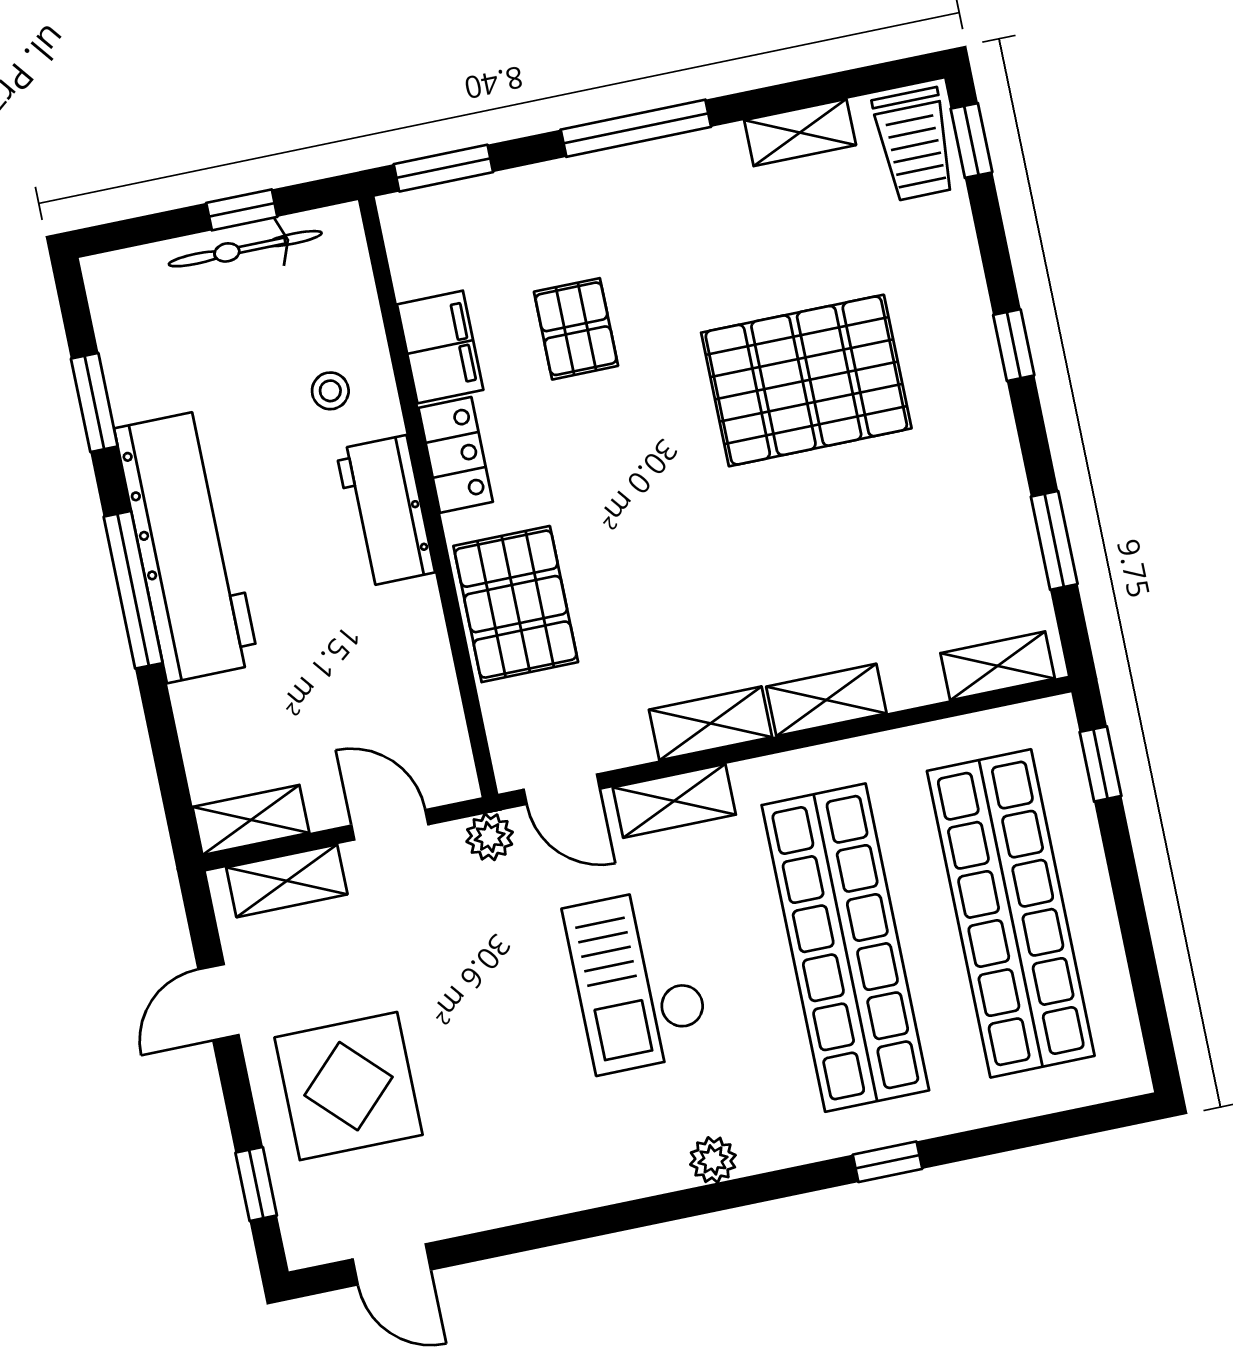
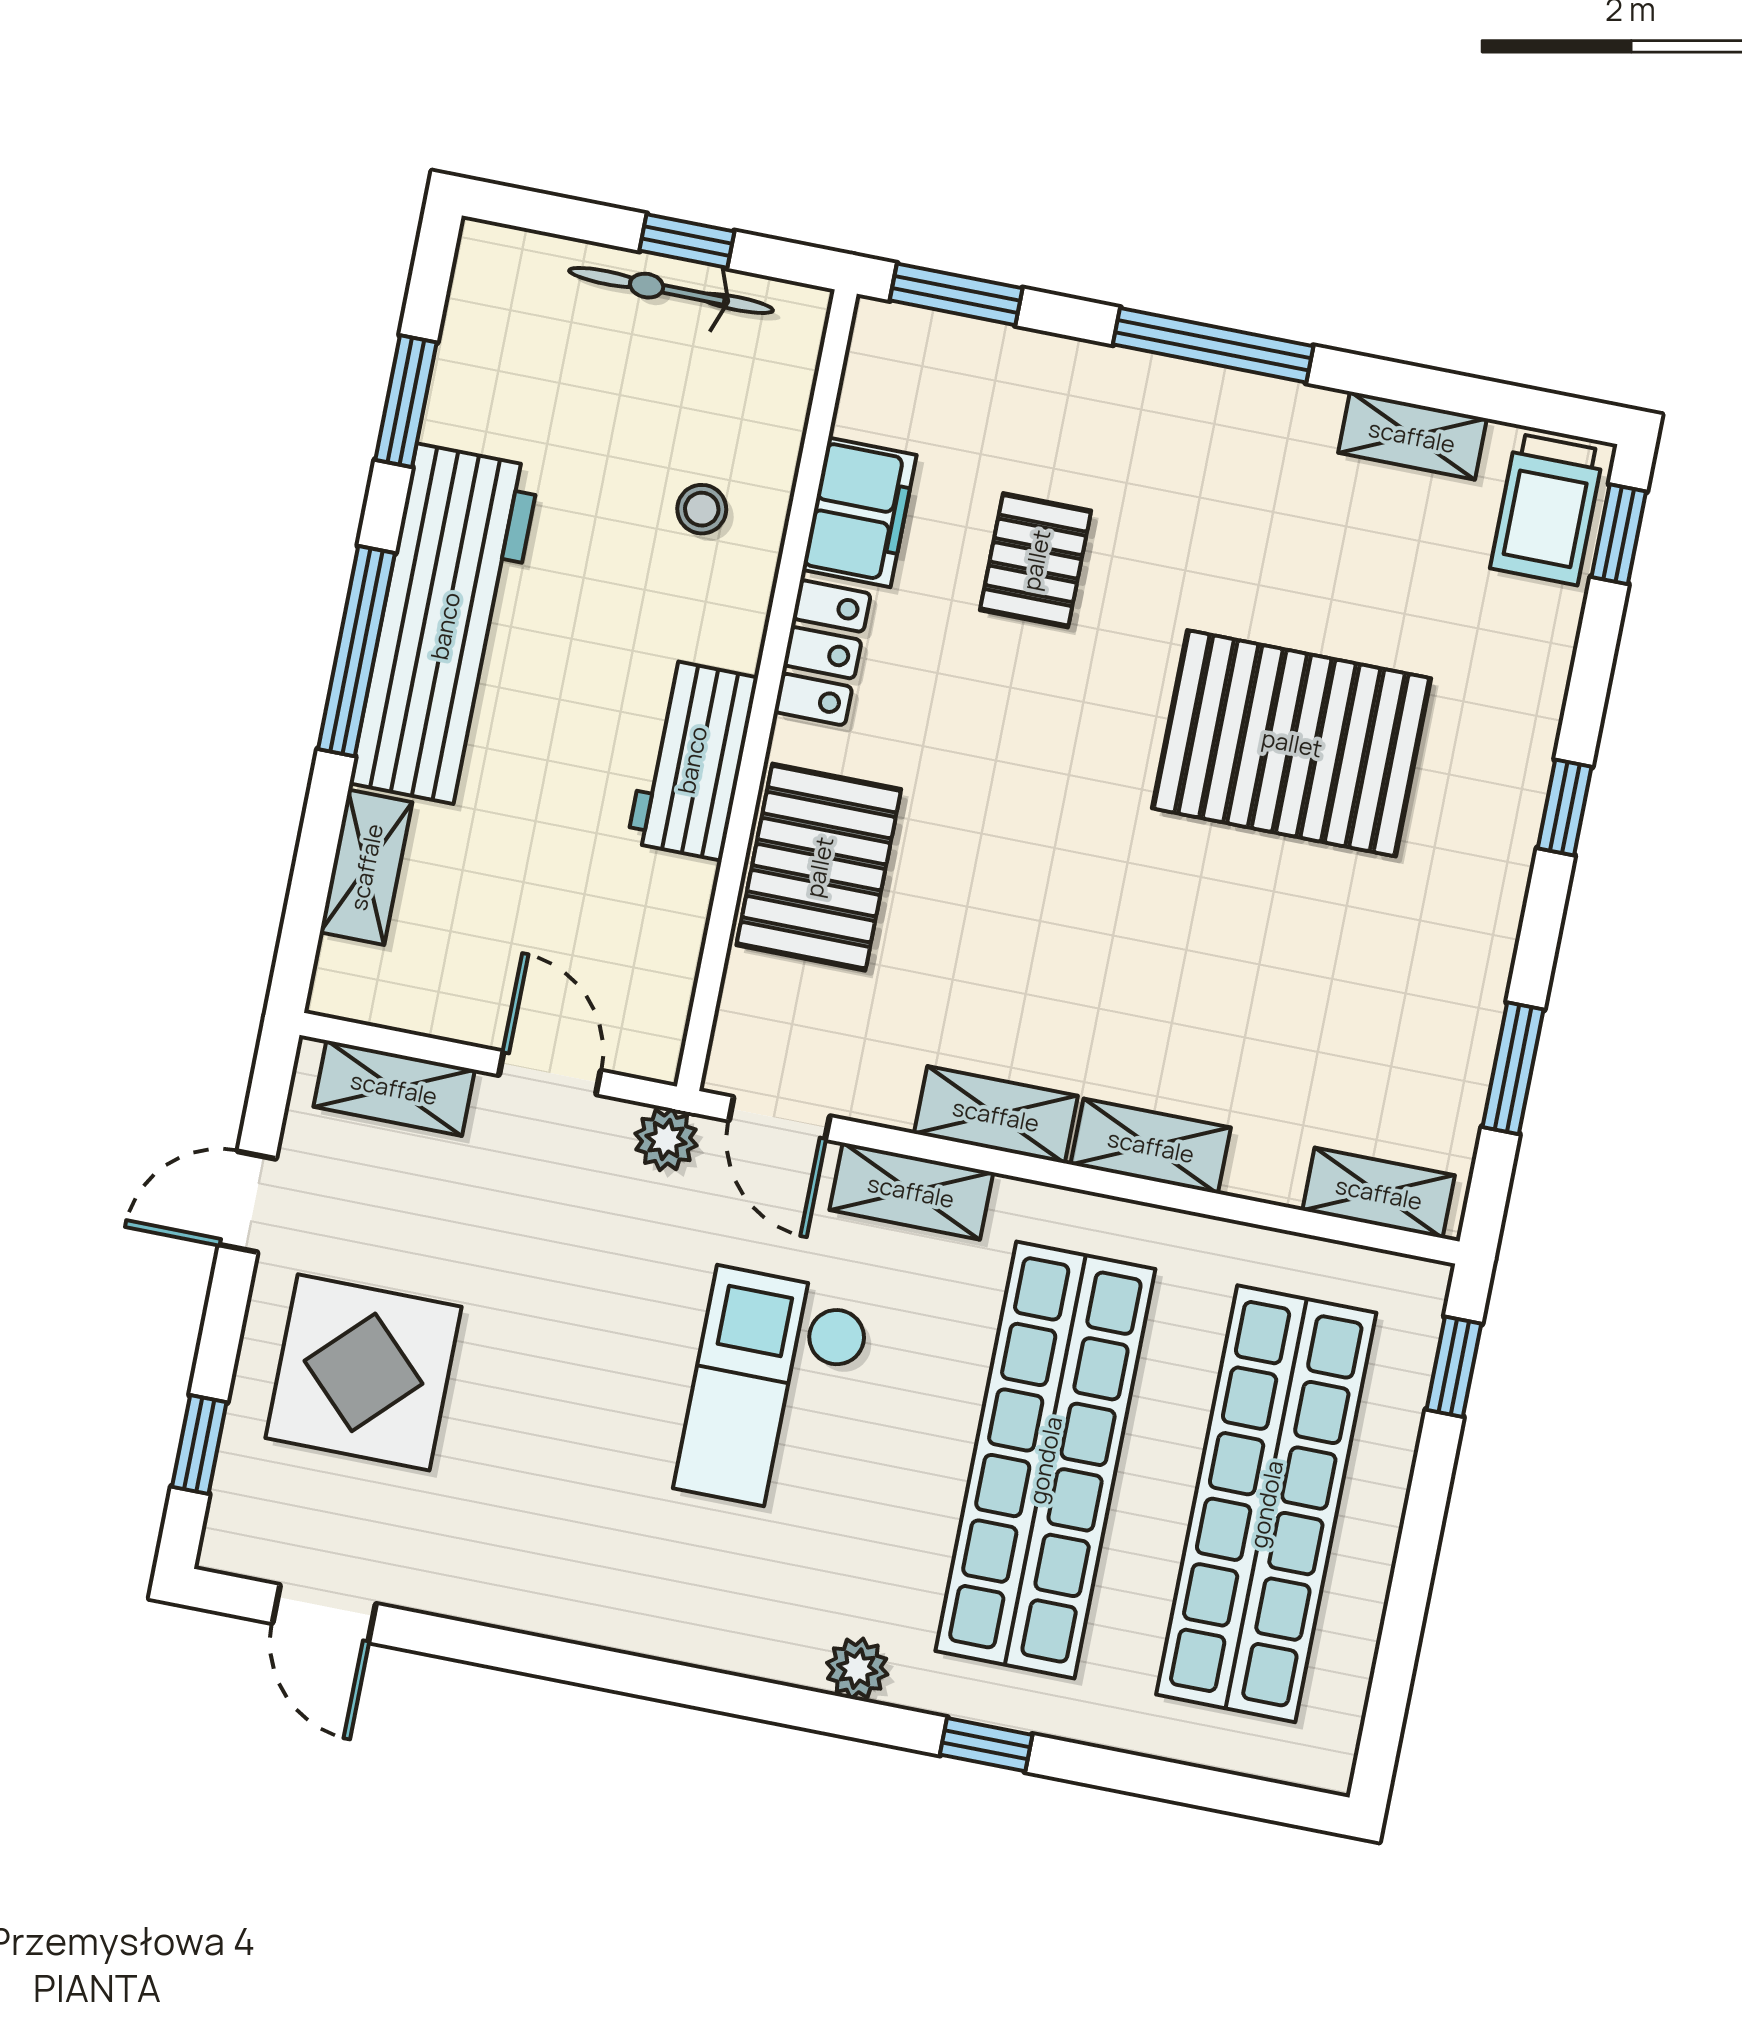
workbench: (385, 511) -> (692, 760), moved
shelving: (251, 820) -> (366, 867), moved, turned 90
plant: (713, 1160) -> (857, 1669), moved

